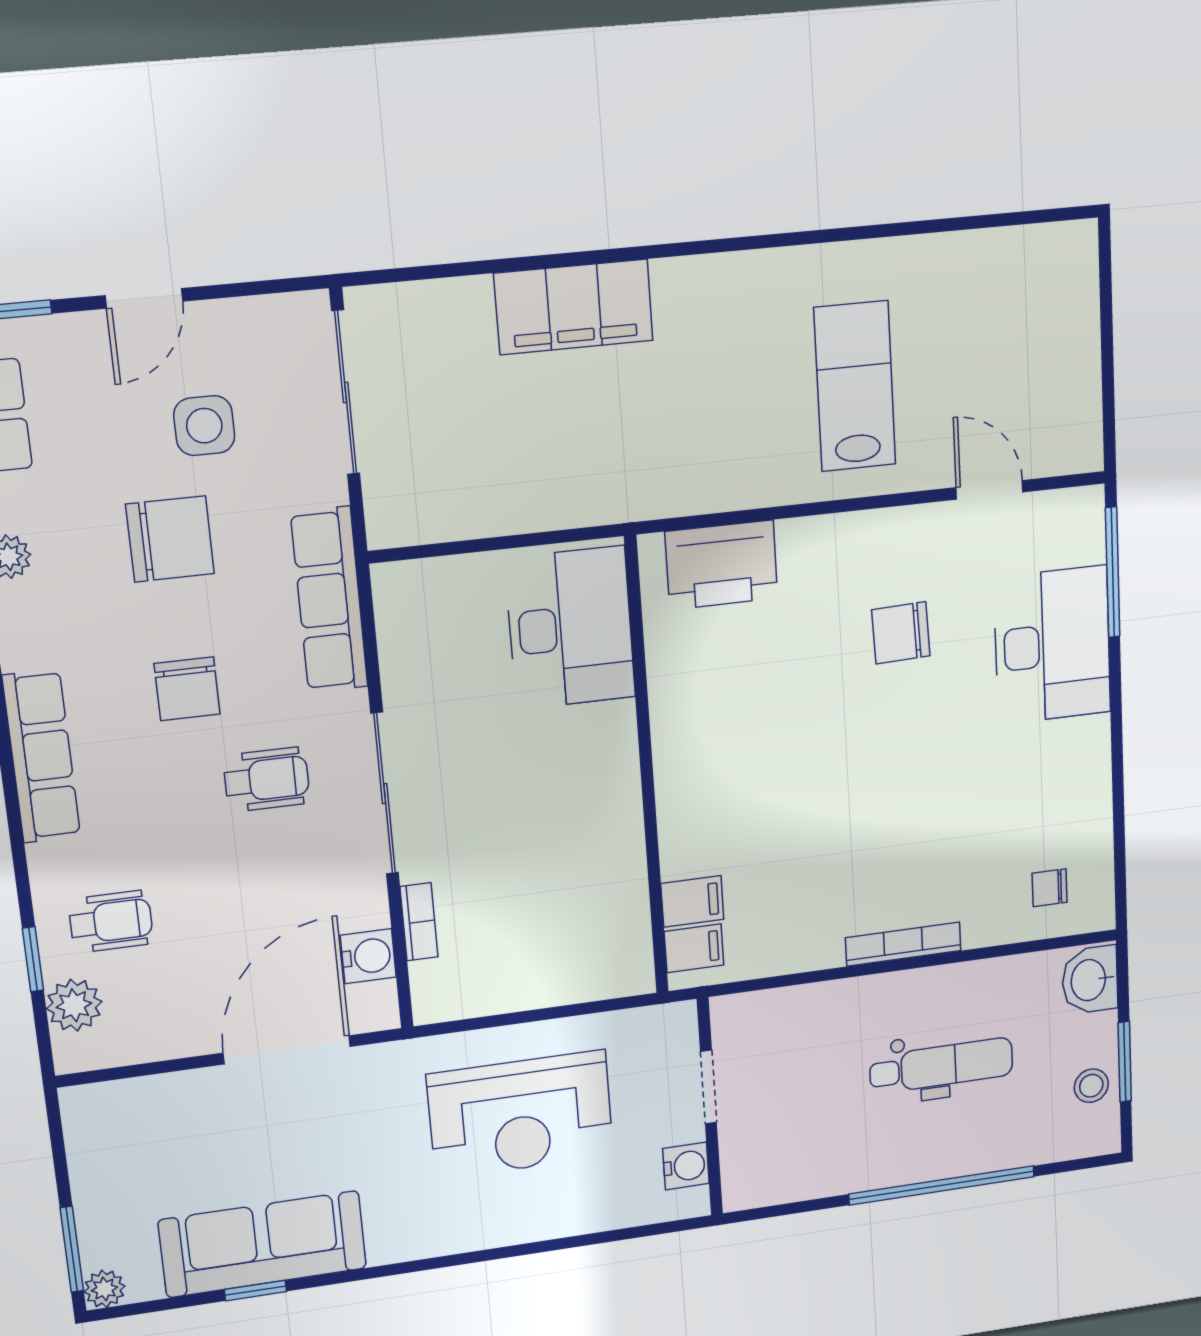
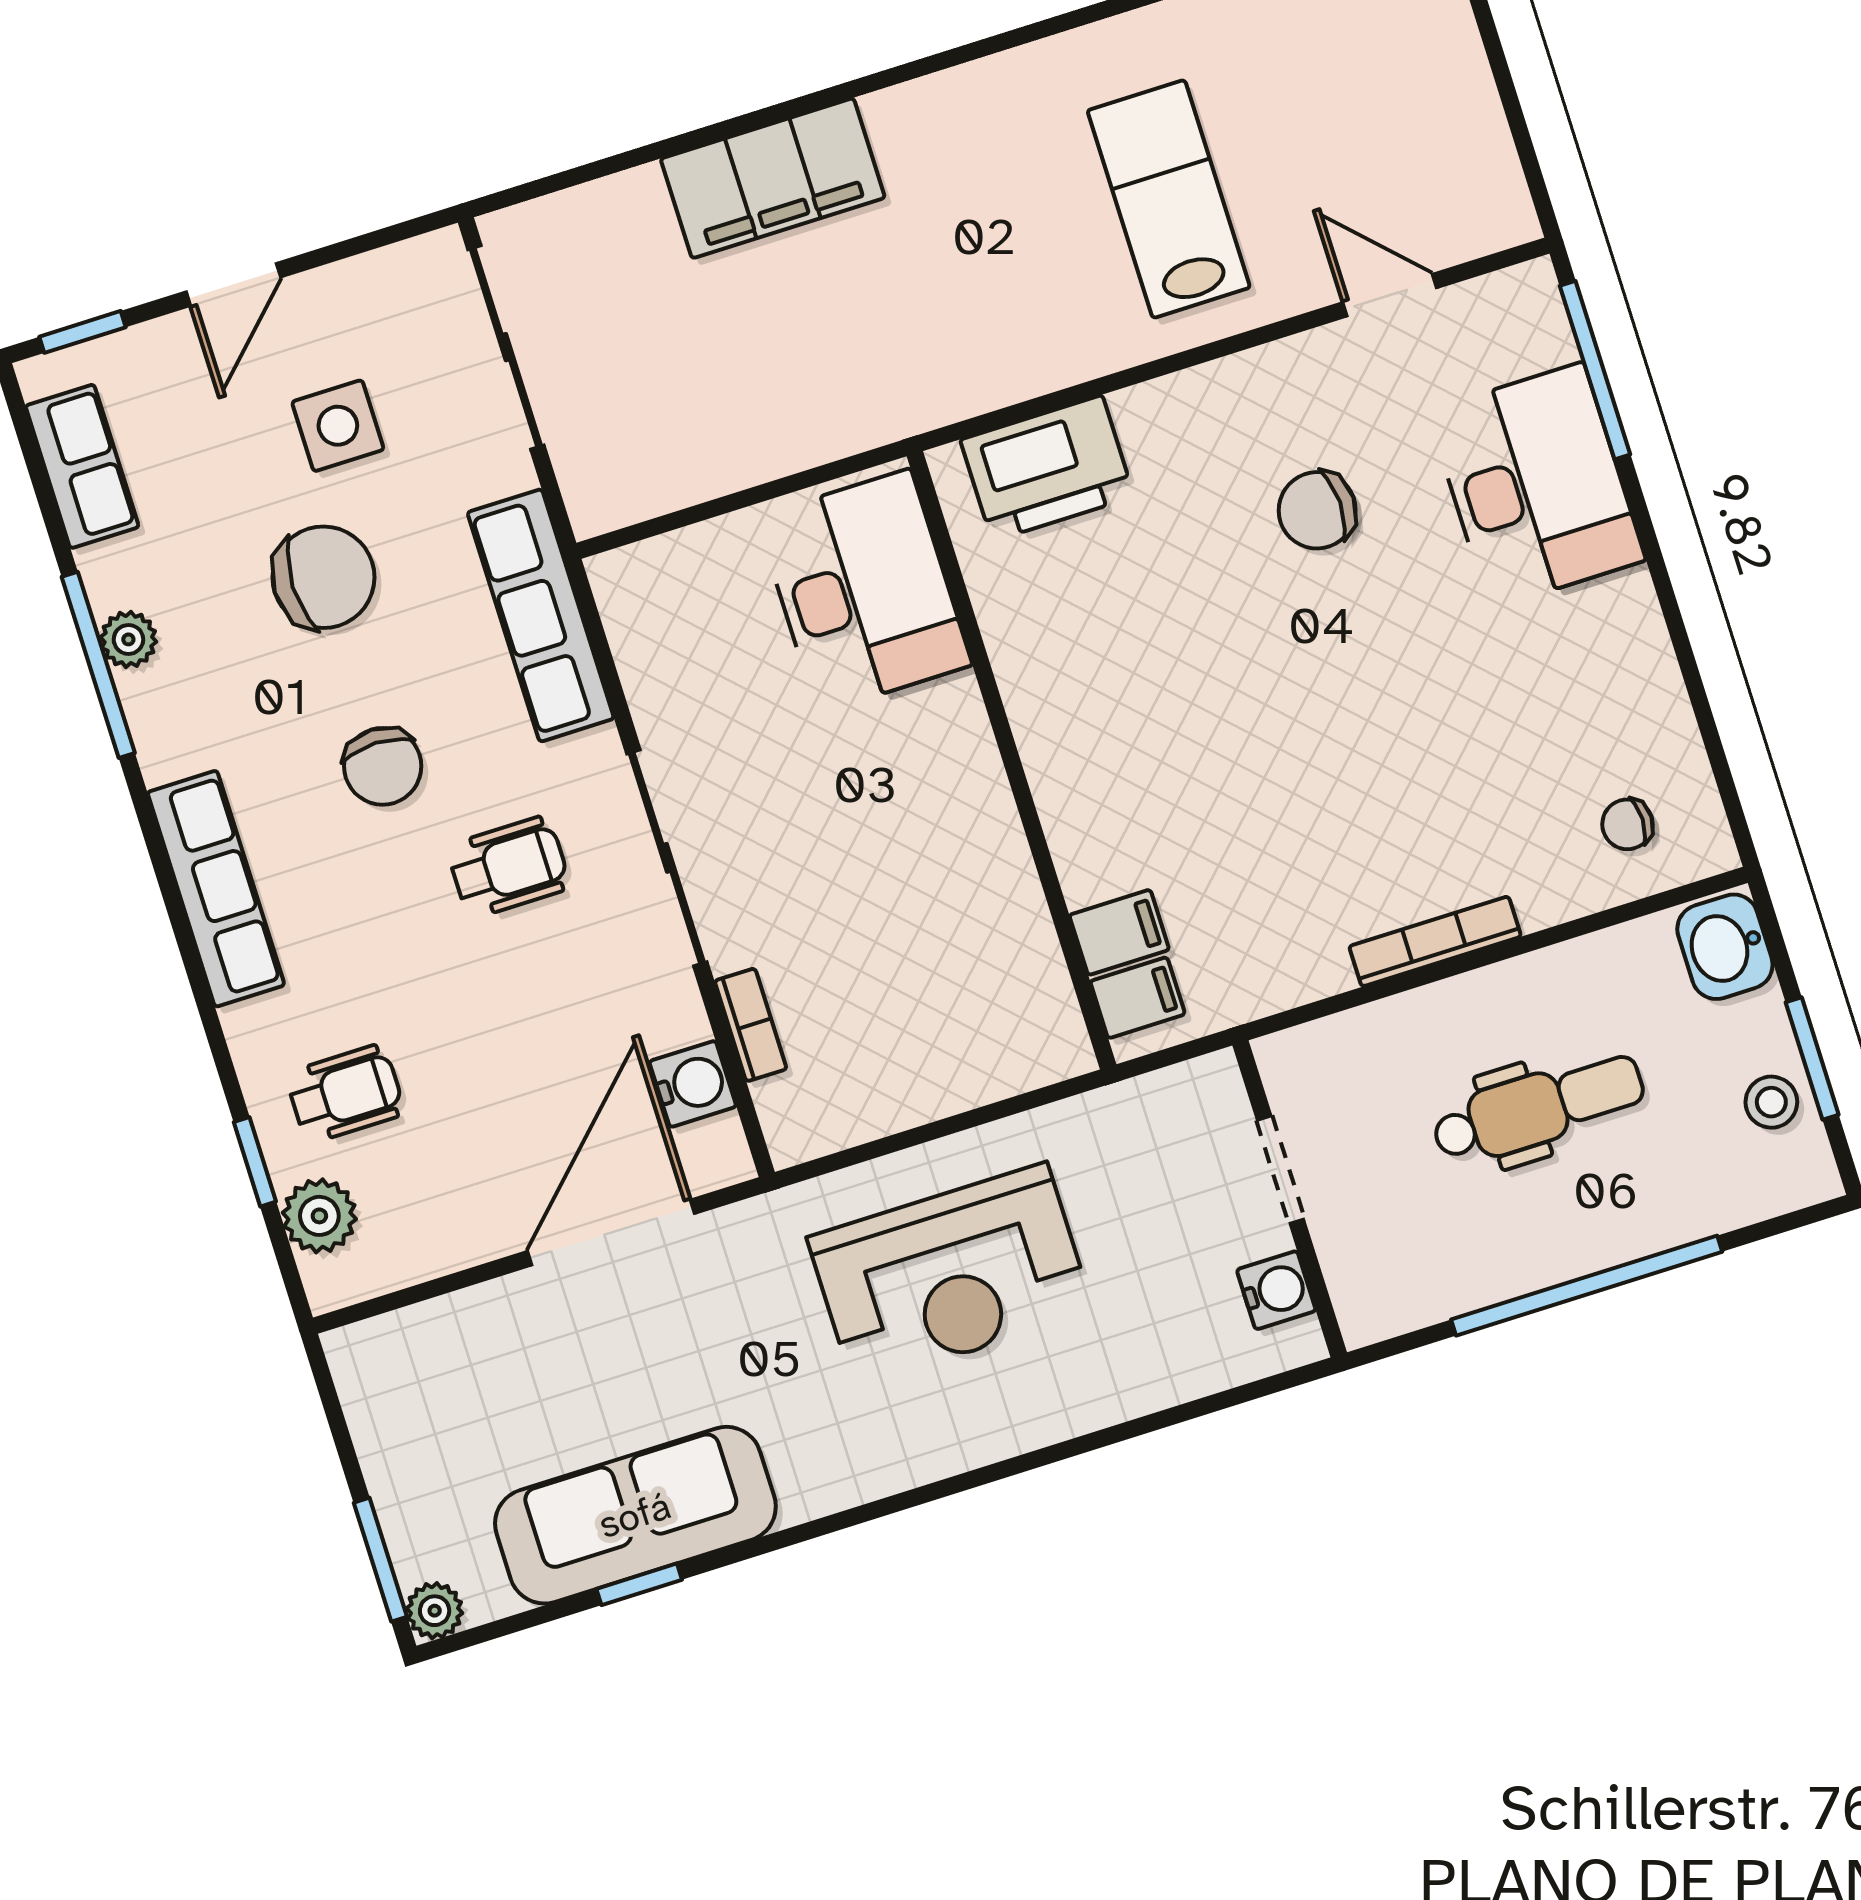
doorway: (708, 1087) -> (1280, 1170), moved
wall: (710, 1107) -> (1290, 1199), moved
water cooler: (686, 1166) -> (1276, 1290), moved

